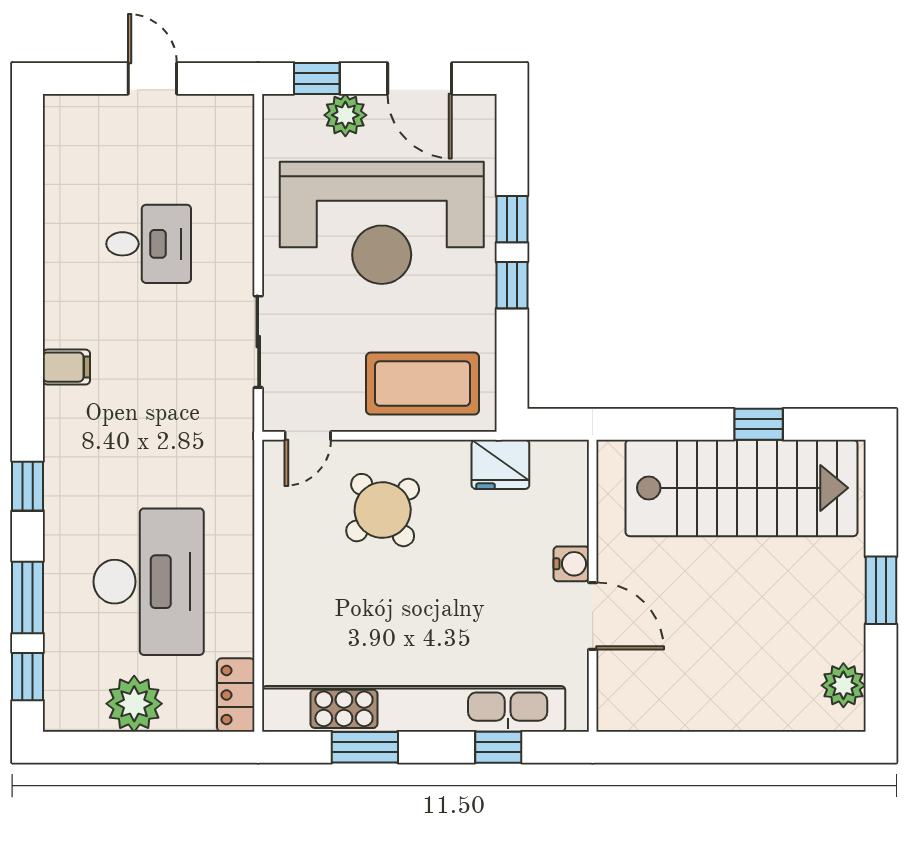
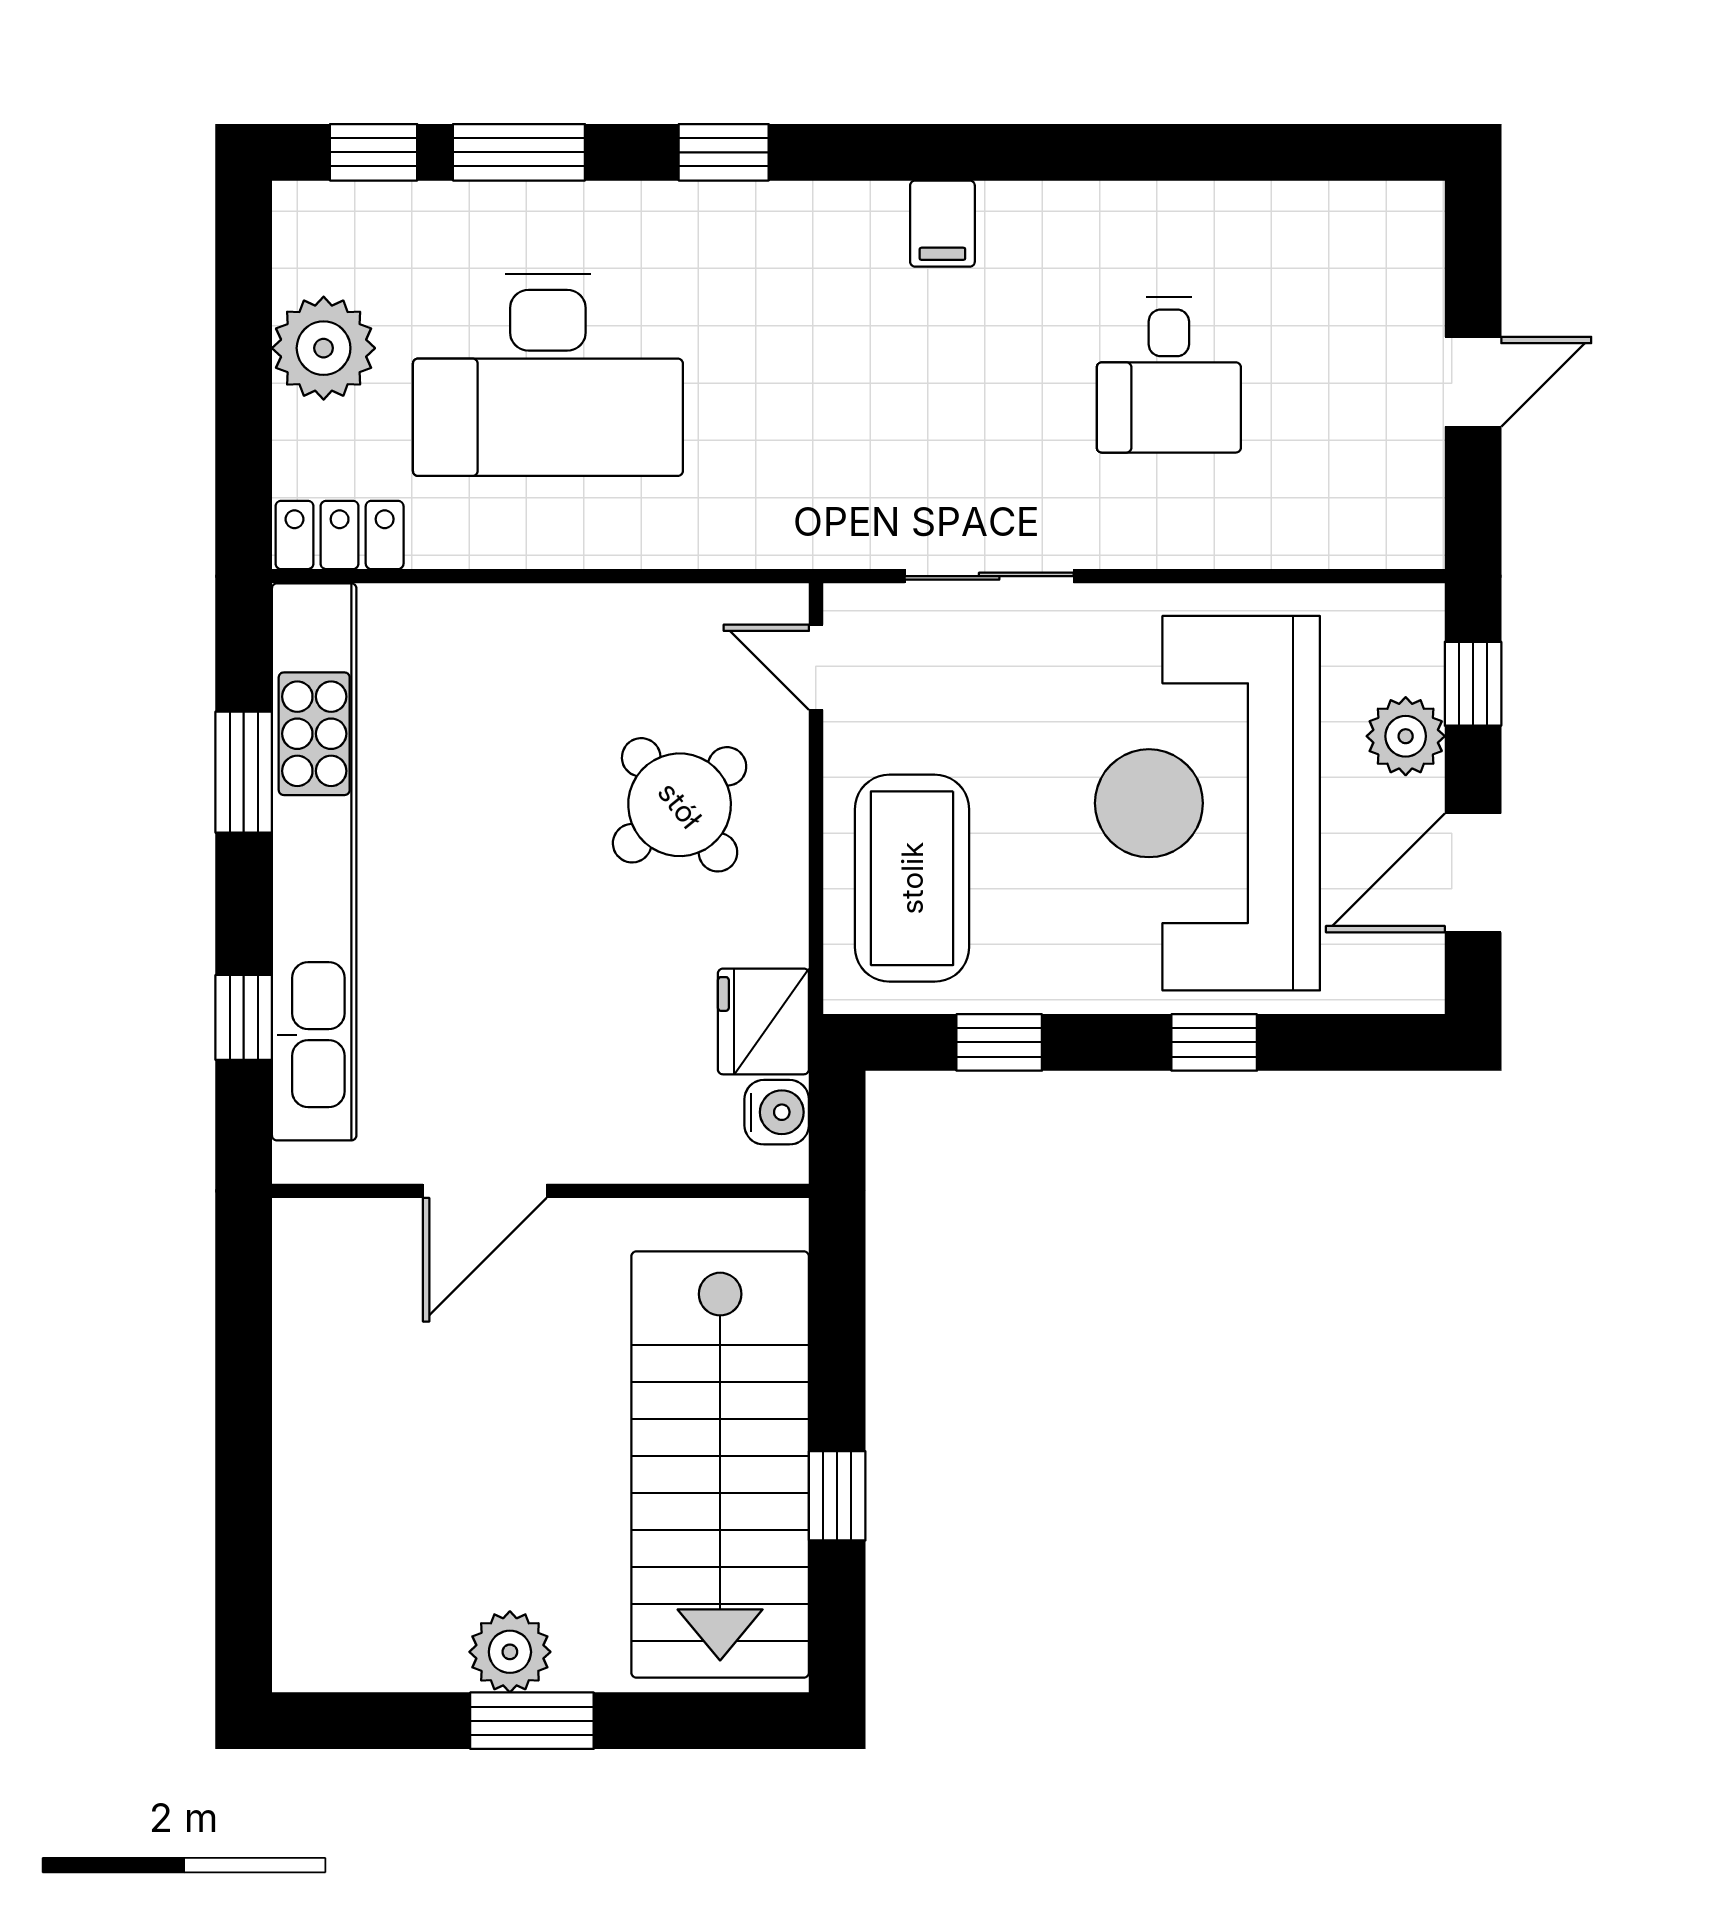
window: (512, 285) -> (999, 1042), moved
water cooler: (571, 564) -> (777, 1112), moved, turned -90
plant: (843, 685) -> (510, 1652), moved

